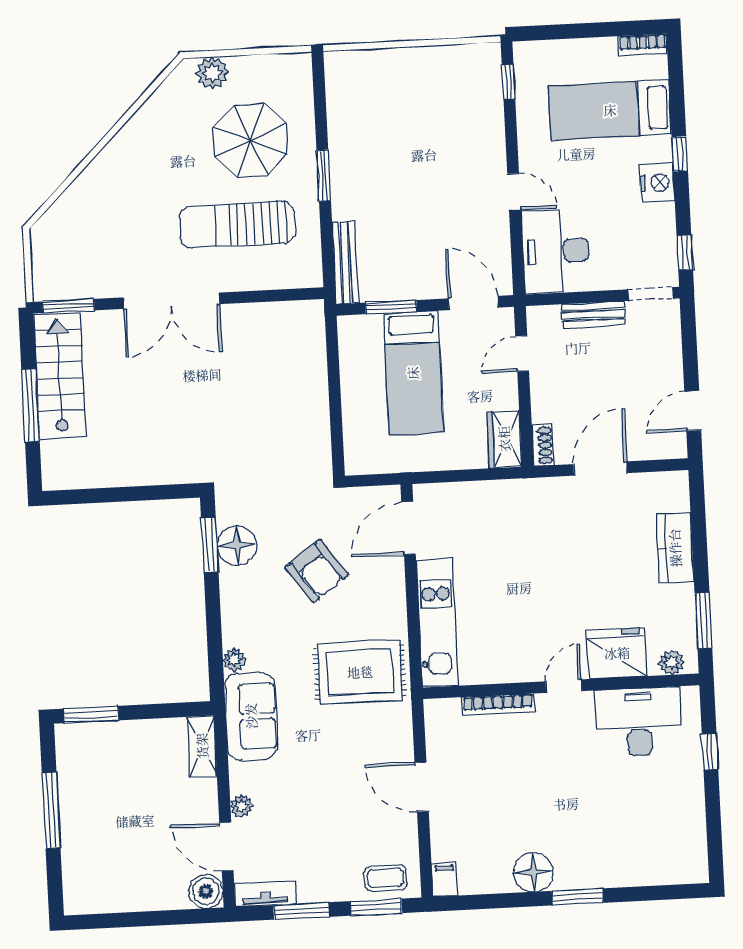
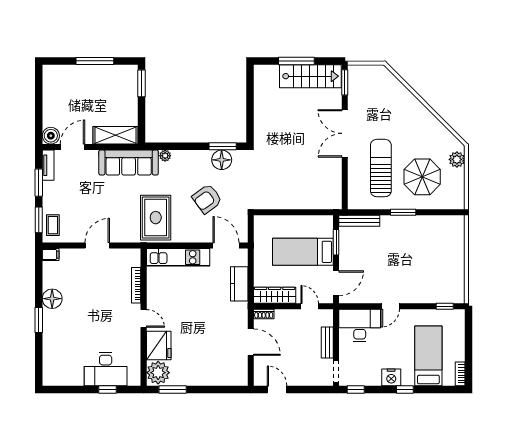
wardrobe: (504, 439) -> (275, 295), width x1.50
kitchen counter: (675, 548) -> (239, 284), moved, turned -90
plant: (672, 662) -> (158, 373), width x1.88, depth x1.88
sofa: (251, 716) -> (129, 163), width x1.36
desk: (639, 722) -> (106, 369), moved, turned 90
shelving: (202, 746) -> (115, 135), width x1.50, depth x1.33
plant: (241, 806) -> (92, 155), removed

